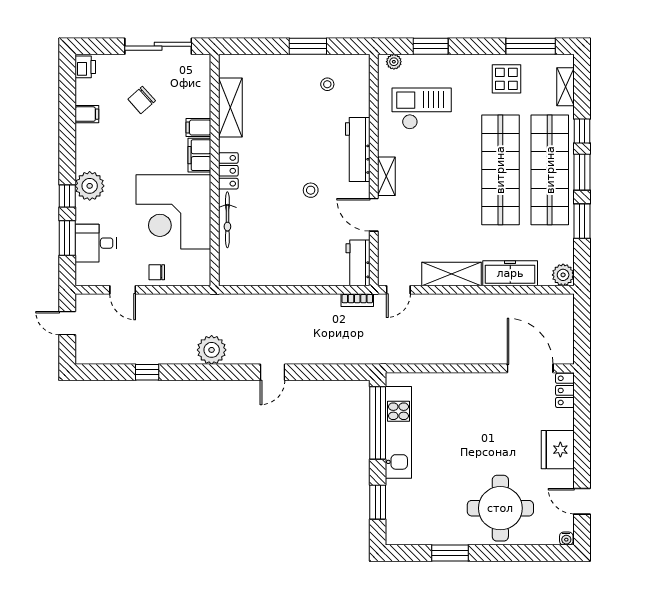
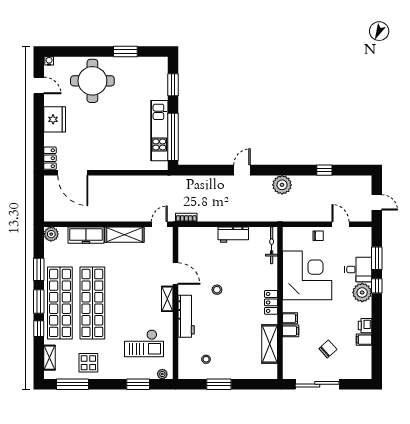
printer: (85, 67) -> (365, 326), moved
filing cabinet: (199, 155) -> (290, 318), width x0.50
bicycle: (227, 220) -> (272, 245), moved
desk: (96, 243) -> (358, 269), moved
workbench: (358, 263) -> (233, 235), moved, turned 90

